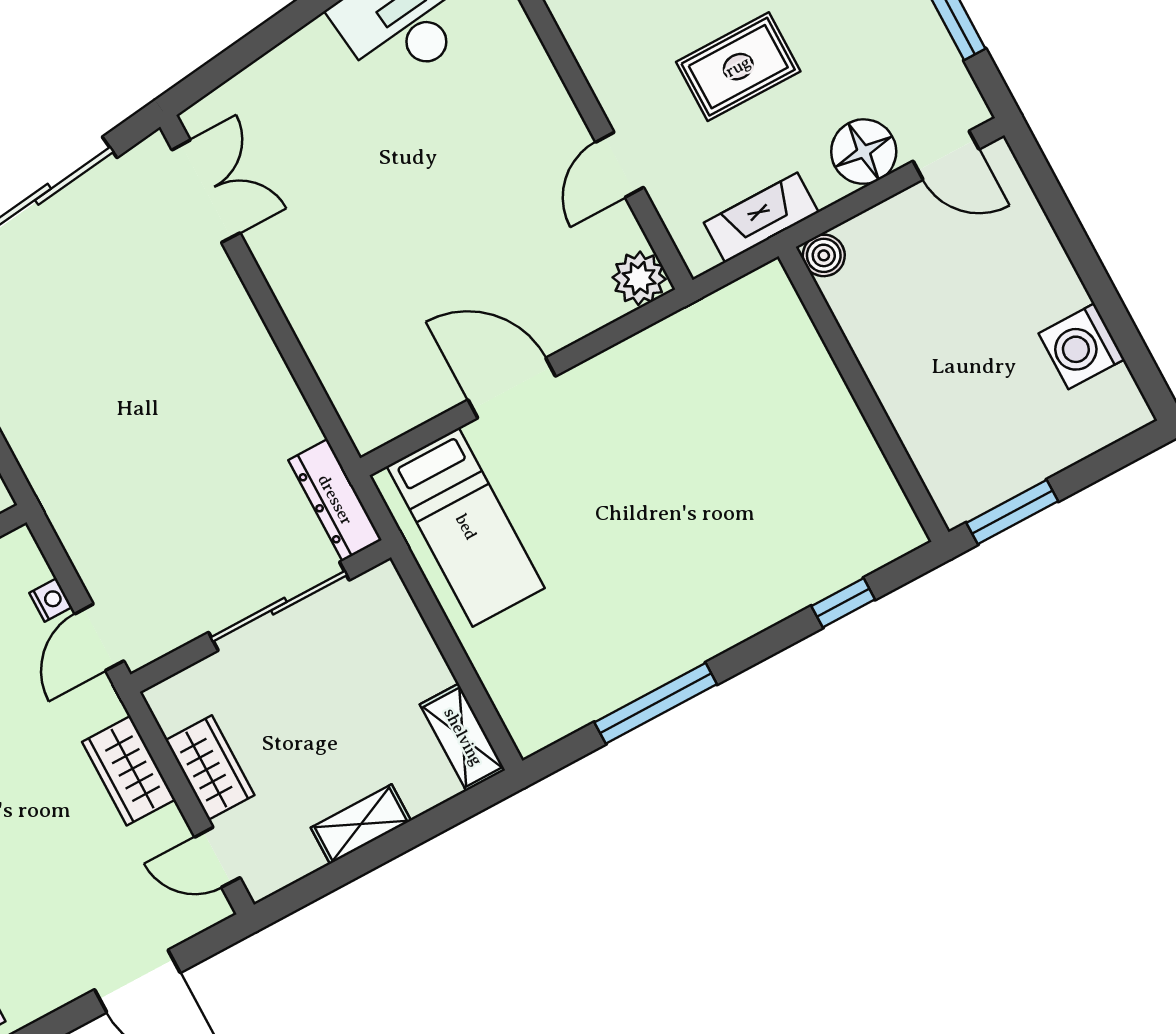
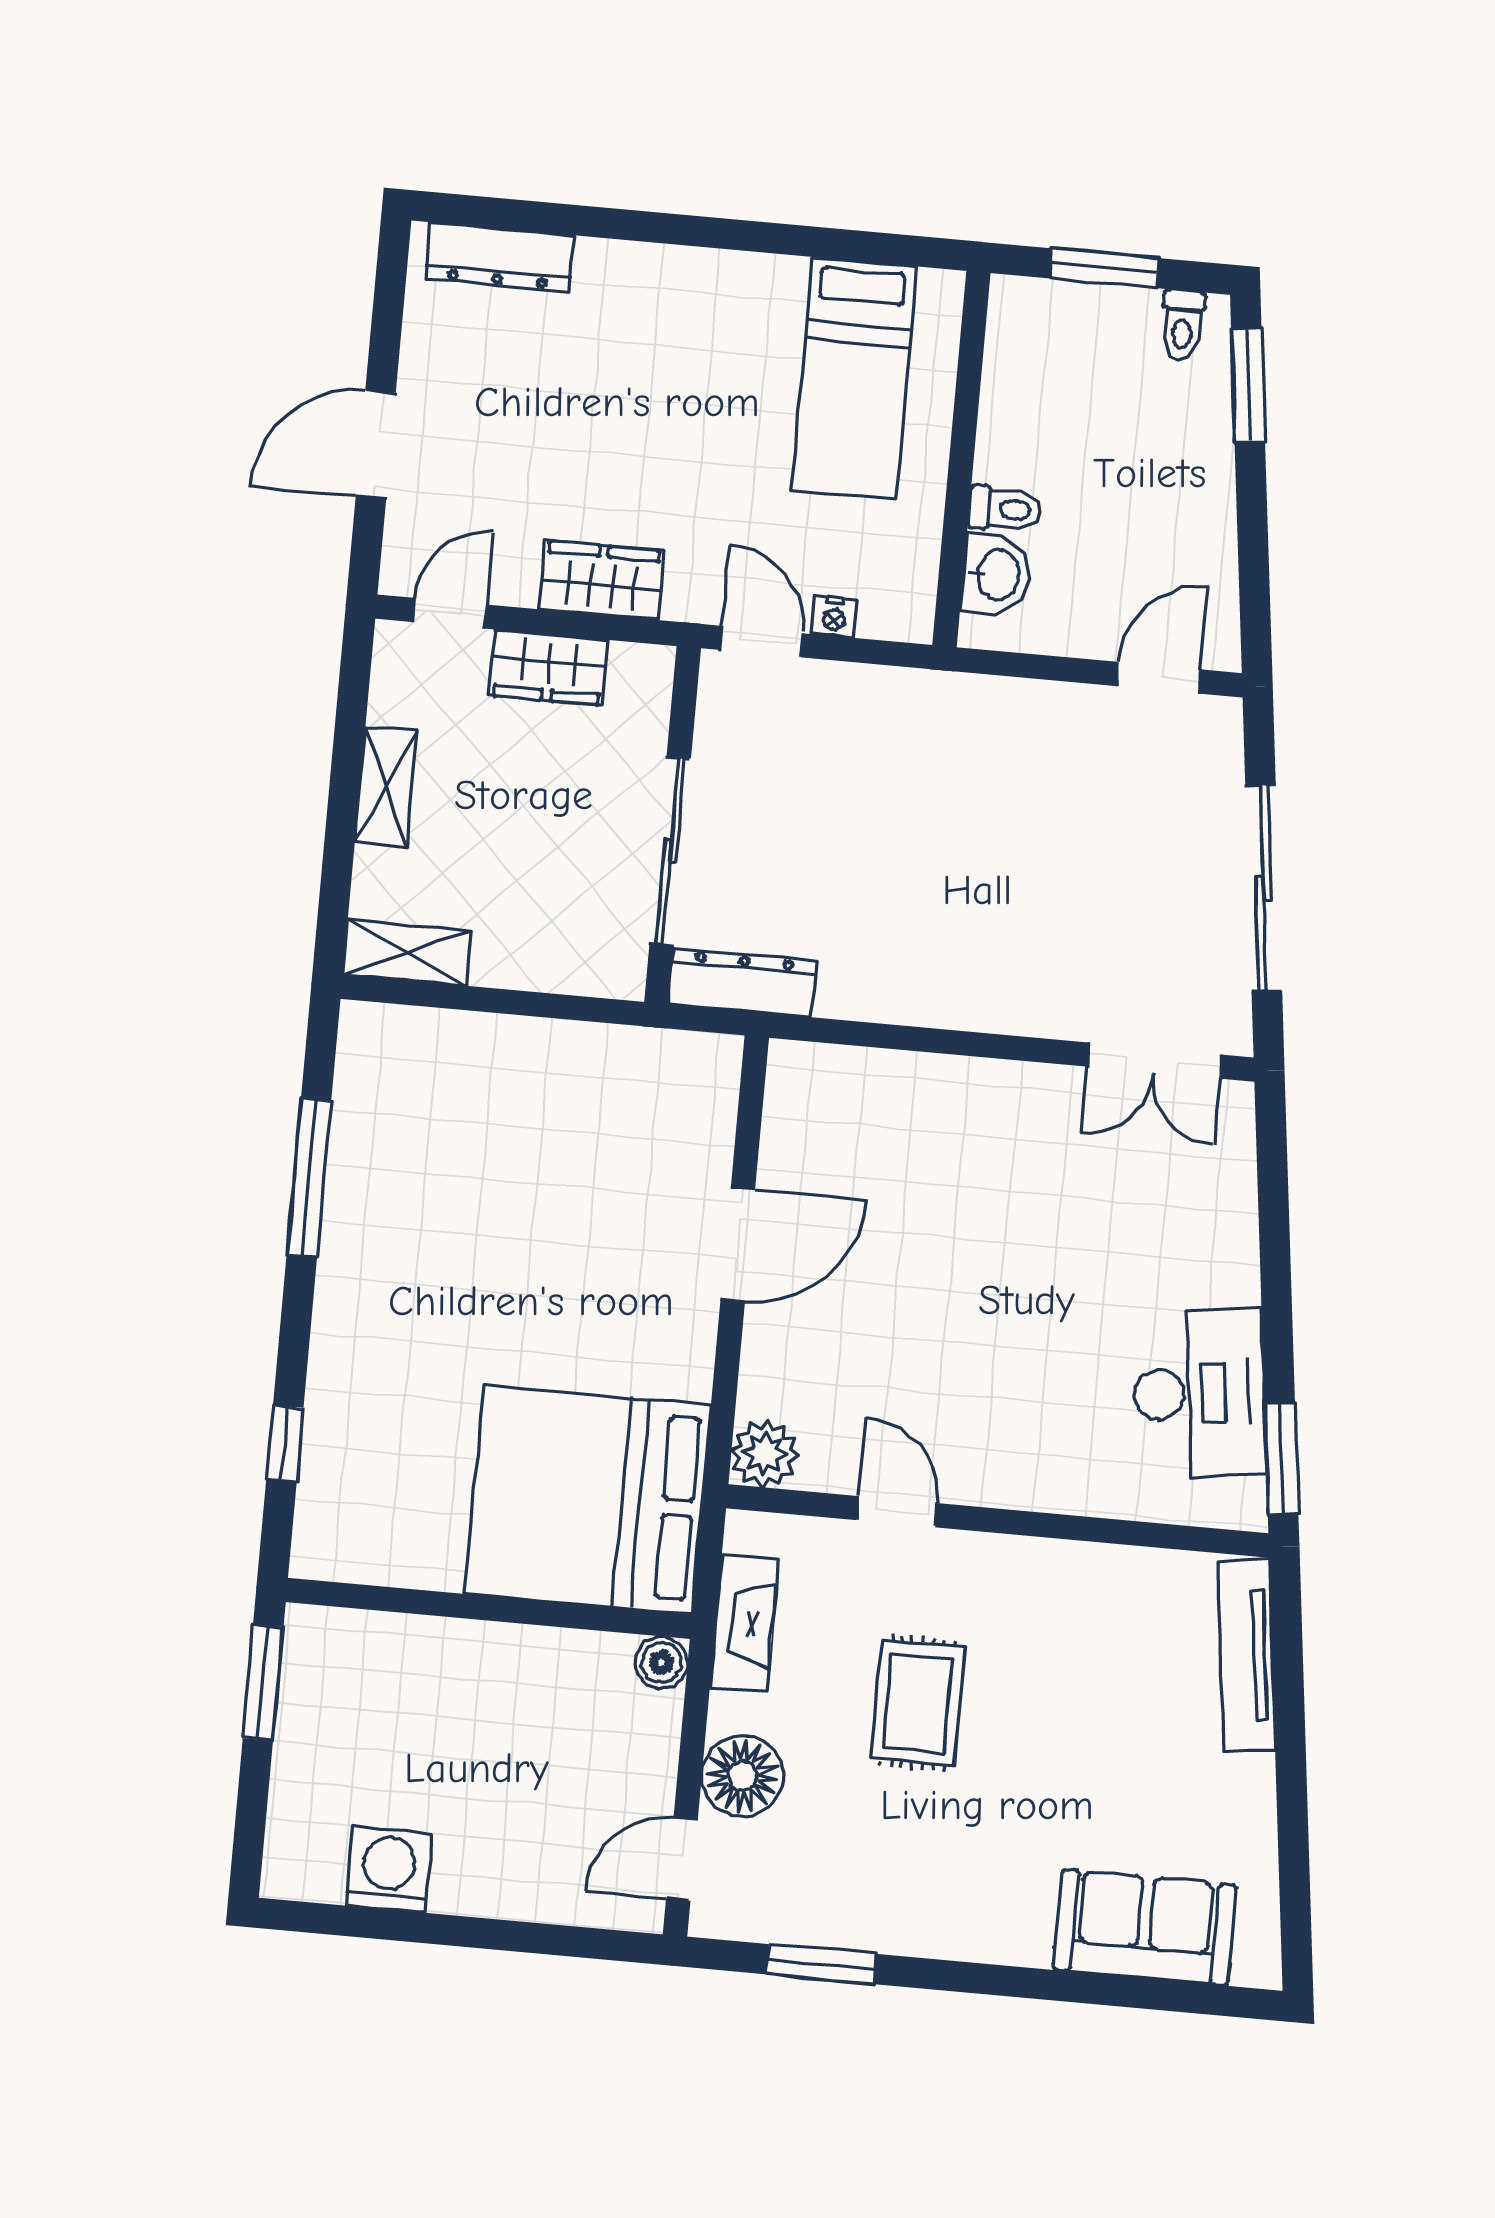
bed: (466, 527) -> (588, 1500), moved, width x2.04

